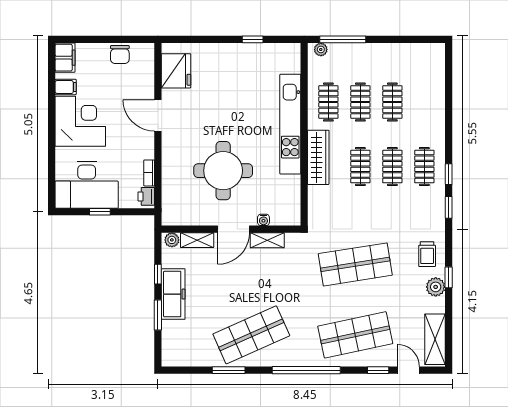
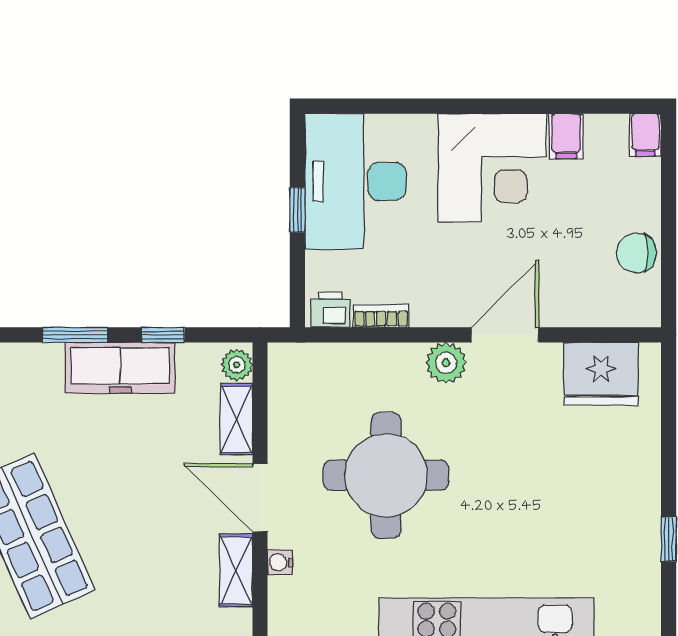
filing cabinet: (65, 58) -> (645, 135), width x0.50
plant: (171, 143) -> (446, 363), added

